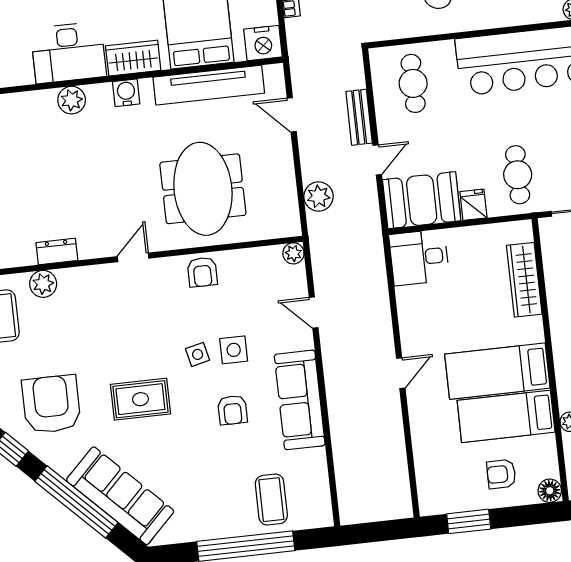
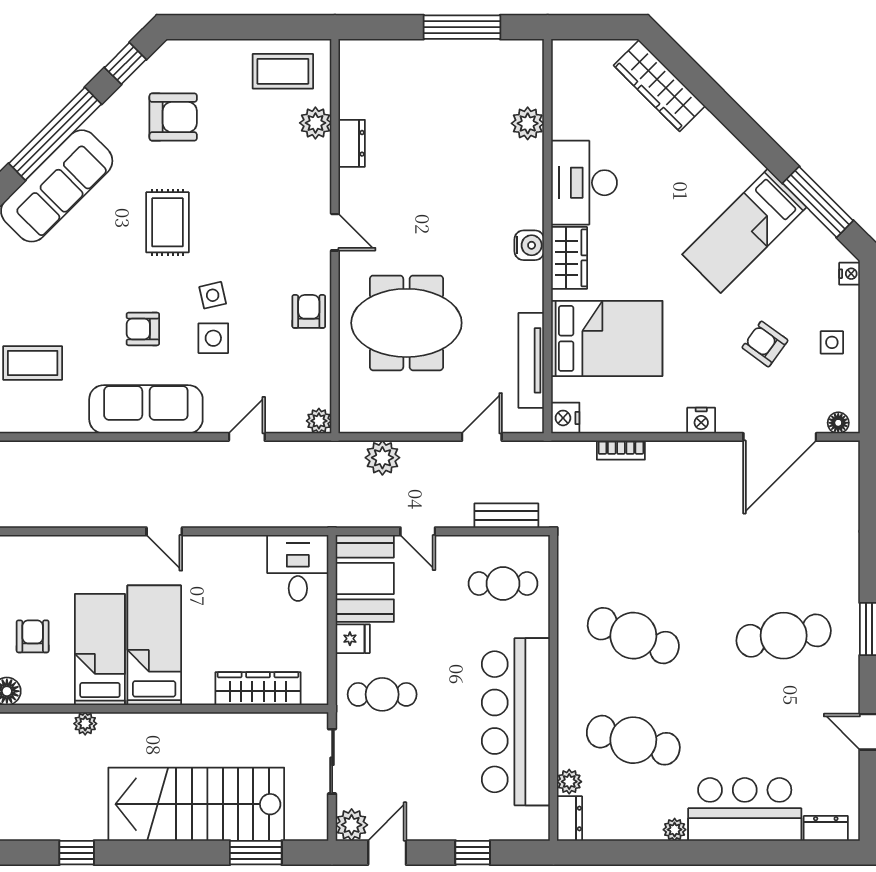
nightstand: (263, 43) -> (565, 418), width x0.74, depth x0.75
tv unit: (209, 85) -> (531, 360), width x0.73, depth x0.78
plant: (72, 100) -> (528, 123), moved
bench: (359, 117) -> (506, 516), moved
armchair: (202, 272) -> (309, 311), turned 90
armchair: (51, 404) -> (173, 117), width x0.73, depth x0.73

